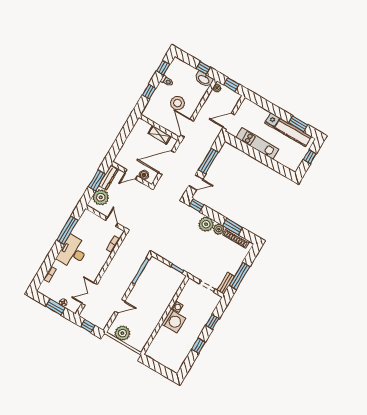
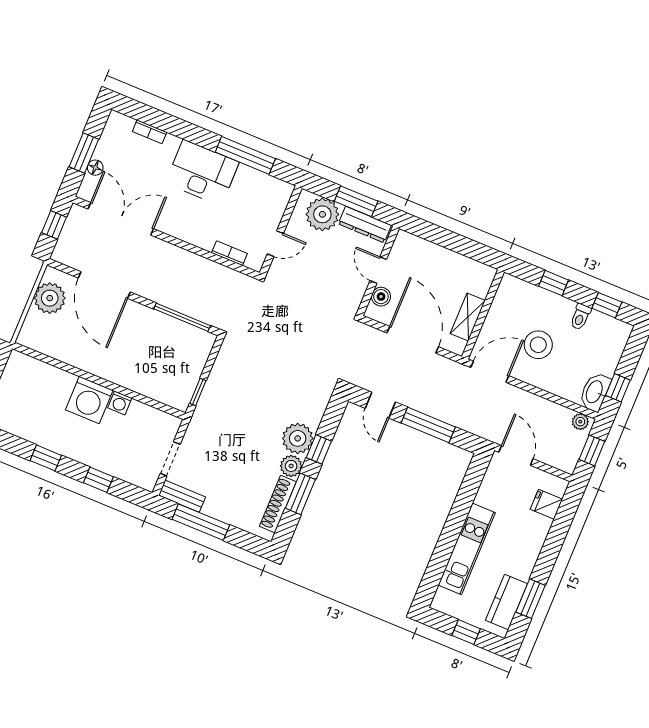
fridge: (272, 120) -> (546, 504), moved
kitchen counter: (293, 132) -> (506, 602), width x0.67
kitchen unit: (257, 143) -> (467, 549), moved
window: (196, 205) -> (319, 449), moved
double door: (89, 294) -> (121, 219), width x1.37
door: (120, 306) -> (104, 285), width x1.87

